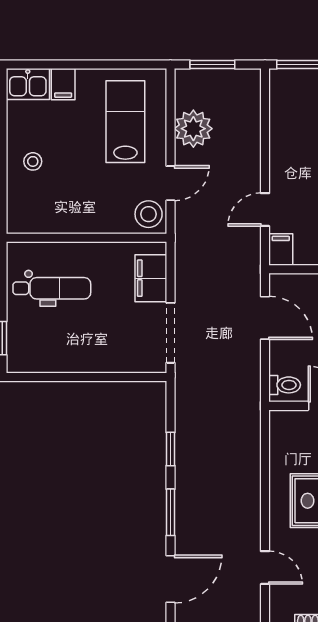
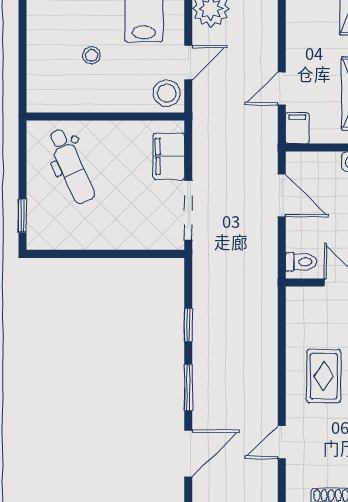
stool: (33, 161) -> (92, 55), moved
dental chair: (52, 288) -> (71, 166), turned 66
door: (265, 568) -> (282, 442), swing flipped

